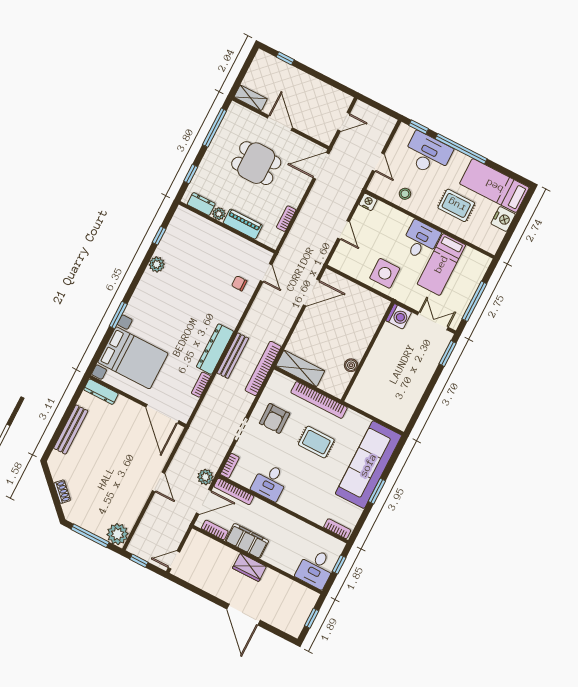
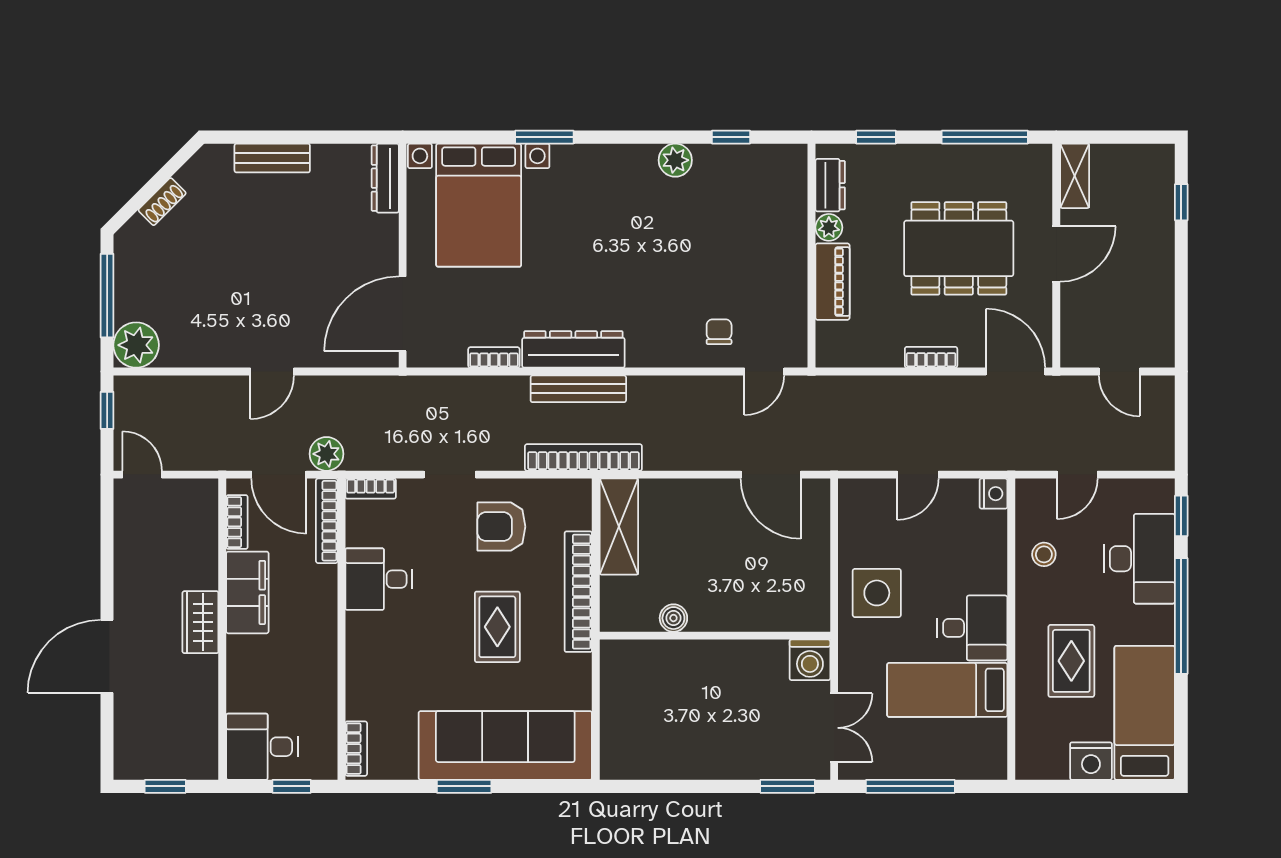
dining table: (256, 163) -> (959, 248), width x1.38
bookcase: (286, 219) -> (931, 357), moved
bench: (71, 430) -> (272, 158), width x0.73

